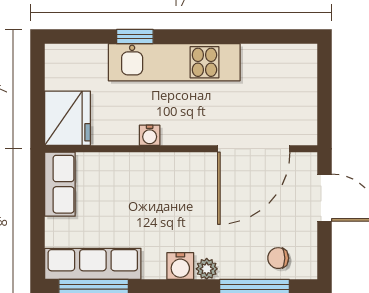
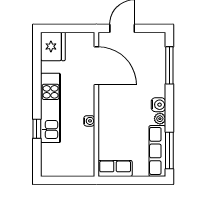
fridge: (68, 118) -> (53, 46), moved, turned 90
chair: (278, 258) -> (154, 53), removed
plant: (207, 269) -> (160, 119), moved

